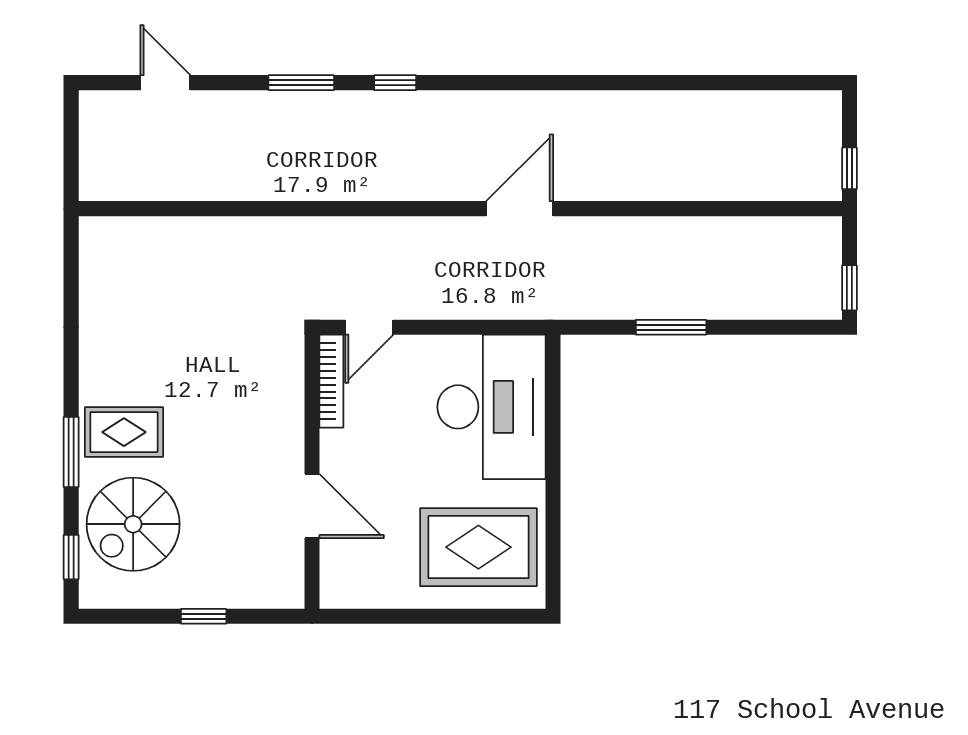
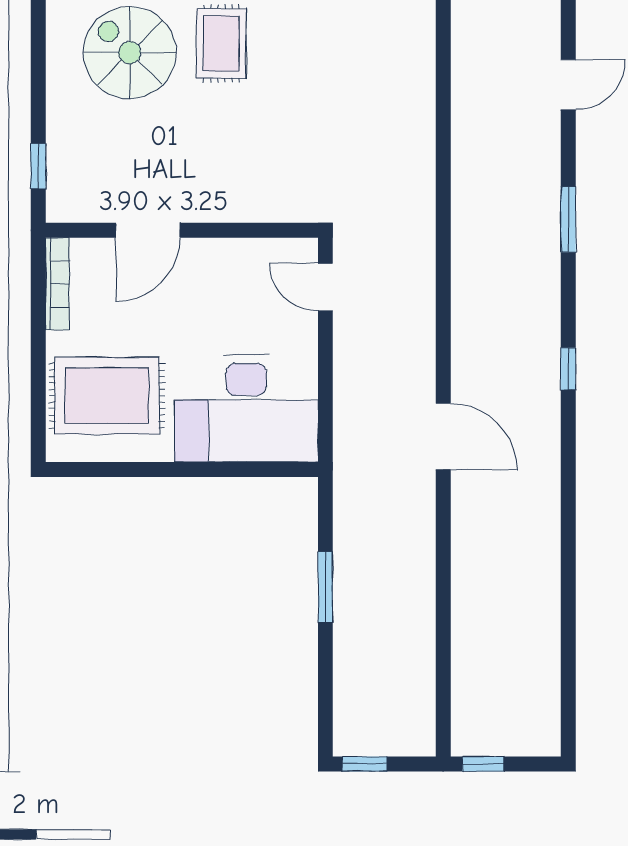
window: (395, 83) -> (568, 369), moved
bookcase: (331, 381) -> (57, 284), moved, turned -90
rug: (478, 547) -> (107, 396), turned 90
window: (204, 616) -> (38, 166), moved

